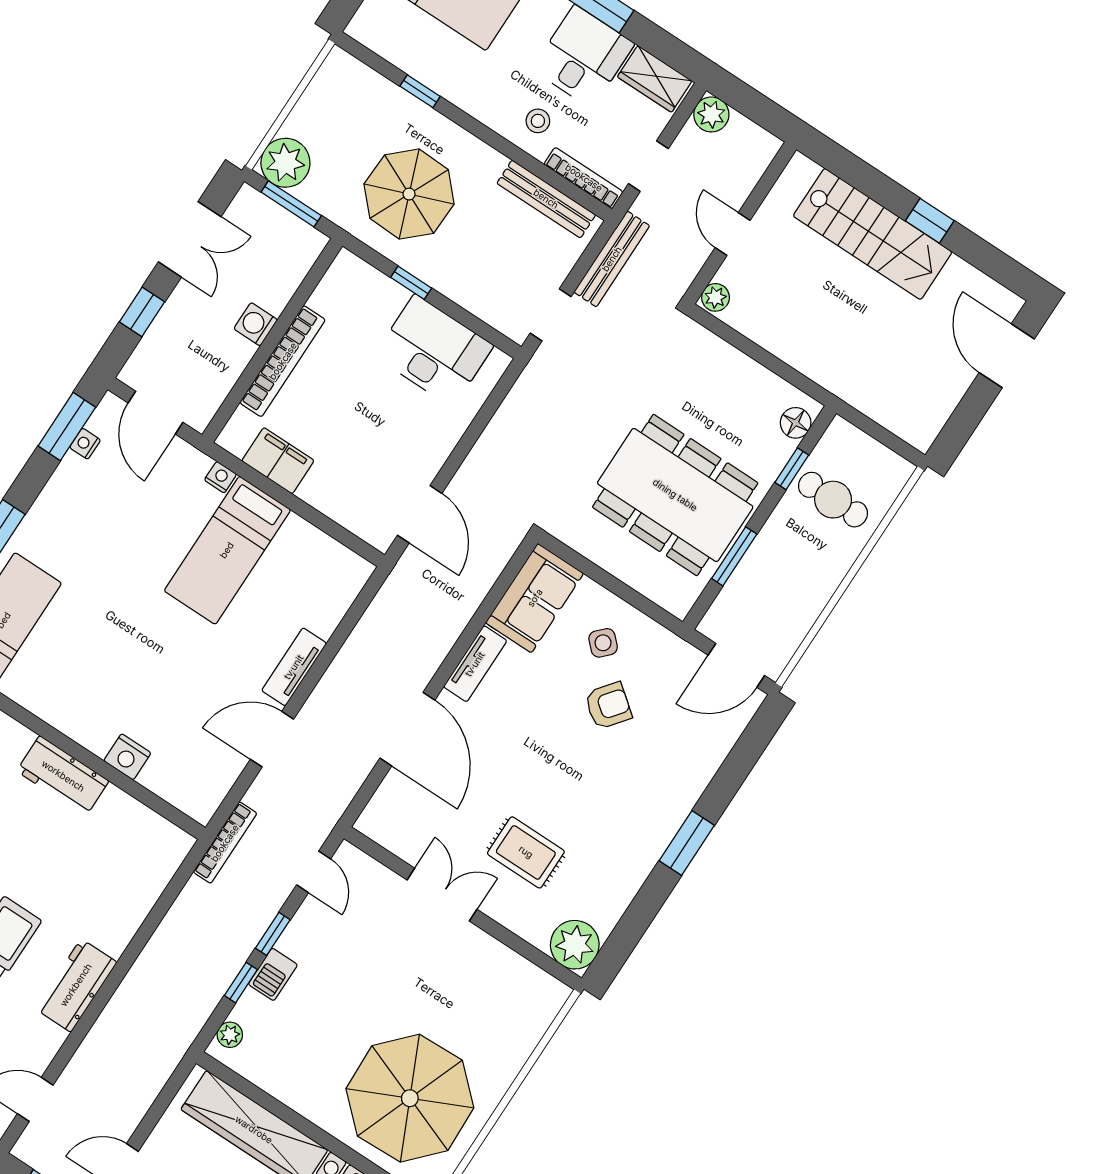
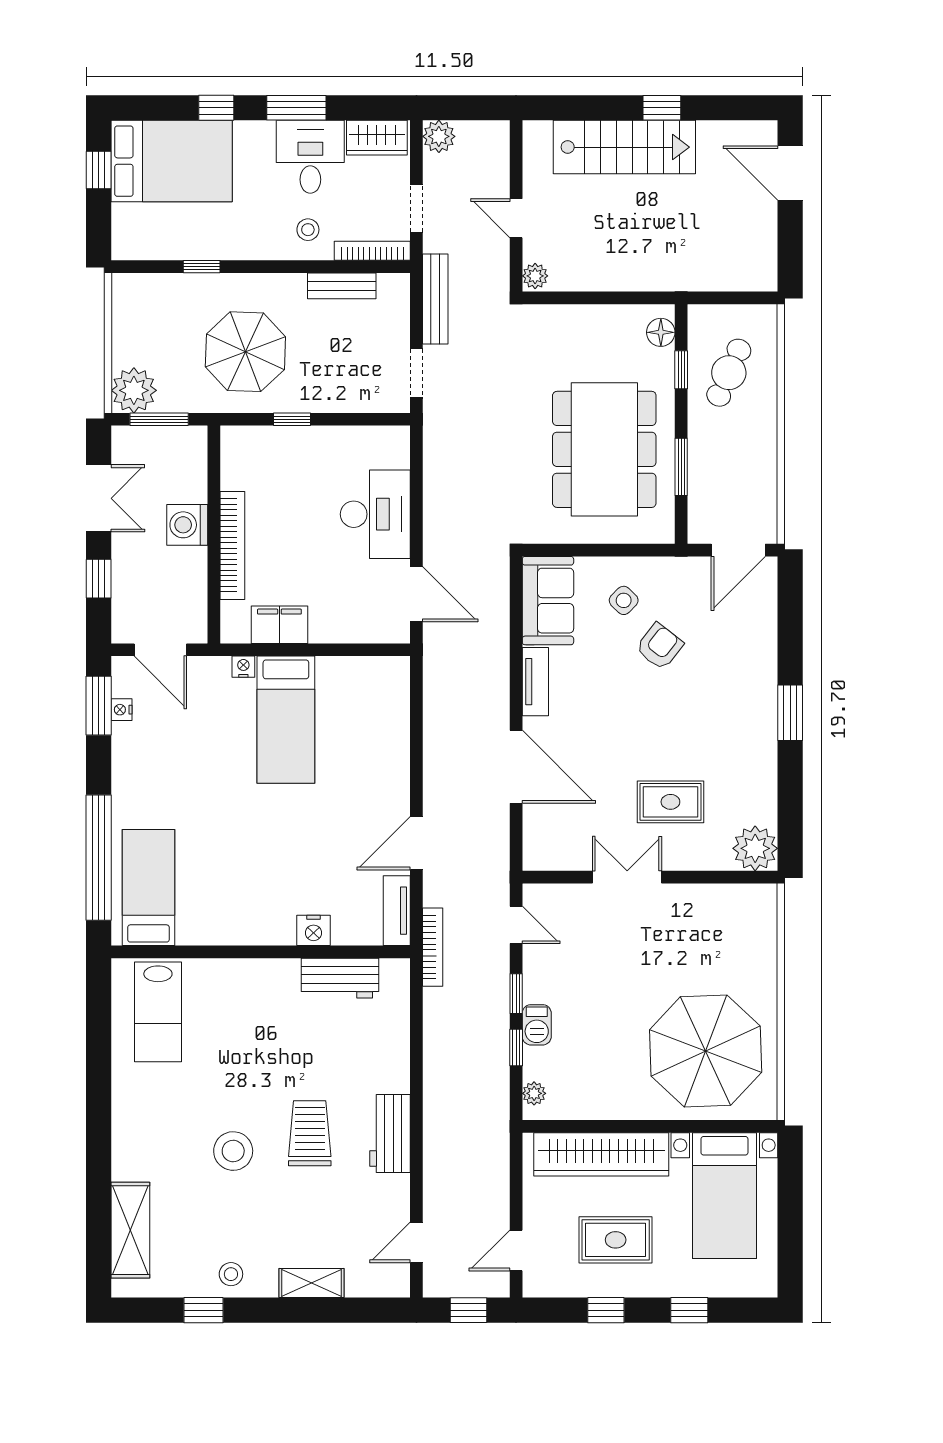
bench: (546, 199) -> (342, 286), width x0.73
washing machine: (256, 324) -> (187, 525), width x1.38, depth x1.38
desk: (434, 351) -> (375, 514), moved, turned 90
dining table: (675, 495) -> (604, 449), turned 90
cafe table: (833, 500) -> (729, 373), turned -66
tv unit: (294, 667) -> (397, 911), moved
workbench: (63, 776) -> (340, 978), moved

